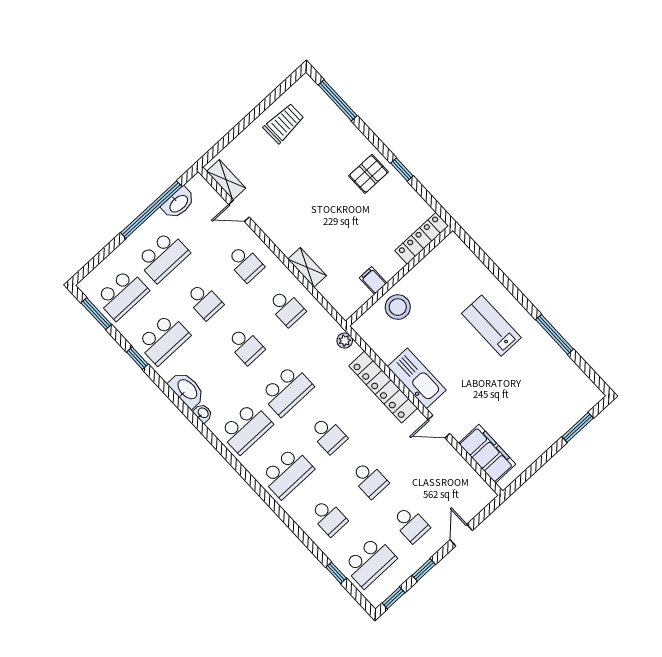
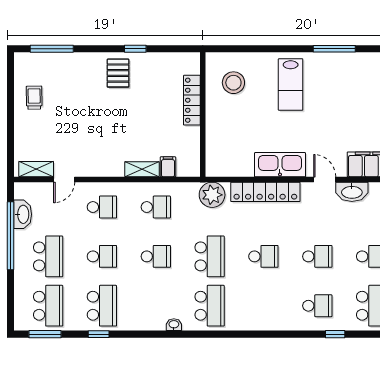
trolley: (284, 123) -> (34, 98), width x0.73, depth x0.72
locker: (422, 238) -> (192, 100), moved
filing cabinet: (373, 280) -> (168, 167), moved, turned 90
stool: (398, 307) -> (233, 83), moved
lab bench: (491, 326) -> (291, 84), turned -90
plant: (345, 341) -> (212, 195), width x1.88, depth x1.88
washbasin: (187, 390) -> (352, 192), moved, turned 180
door: (439, 427) -> (325, 179), swing flipped
school desk: (287, 473) -> (263, 306), removed
window: (336, 573) -> (335, 334), moved

